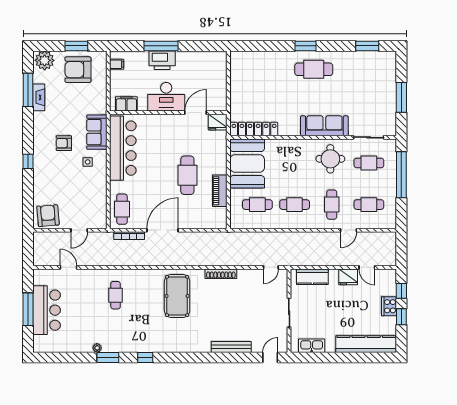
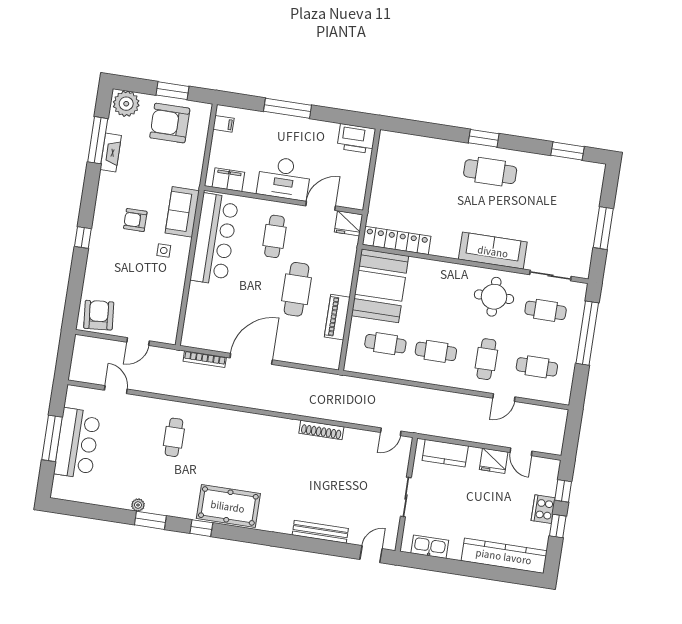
printer: (162, 60) -> (356, 139), moved
cafe table: (122, 209) -> (275, 236), moved
pool table: (177, 296) -> (228, 506), moved, turned 90

